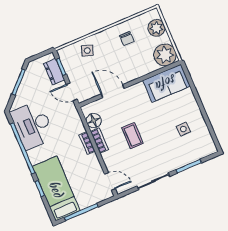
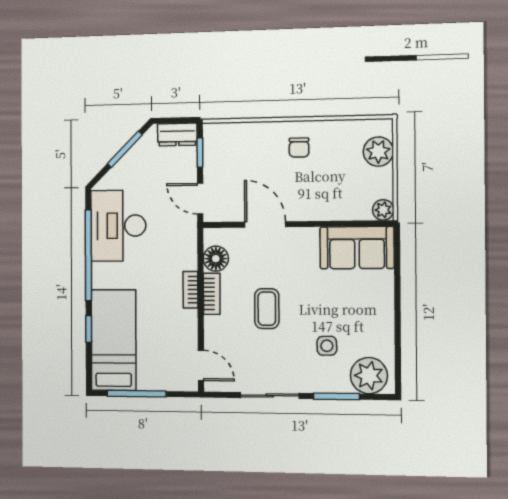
chair: (127, 39) -> (299, 148), moved
side table: (87, 51) -> (252, 143), removed
plant: (165, 55) -> (383, 210), width x0.53, depth x0.53
dresser: (54, 72) -> (177, 135), moved, turned -90
side table: (183, 129) -> (327, 346), moved
plant: (201, 148) -> (369, 376), added

